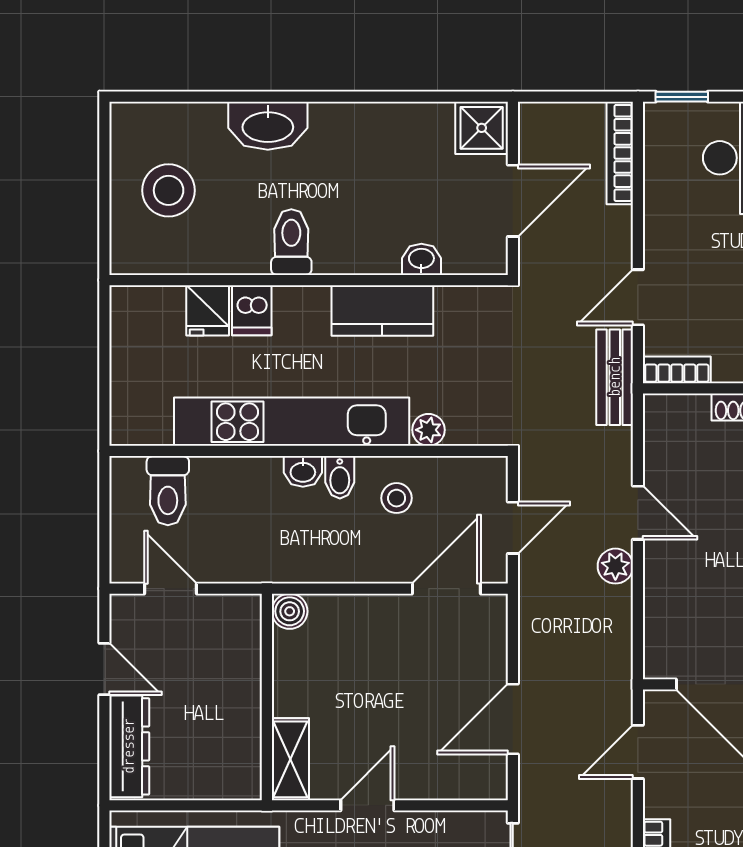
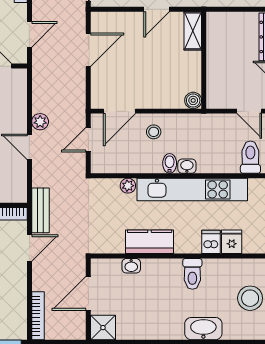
stool: (397, 498) -> (154, 132), moved

